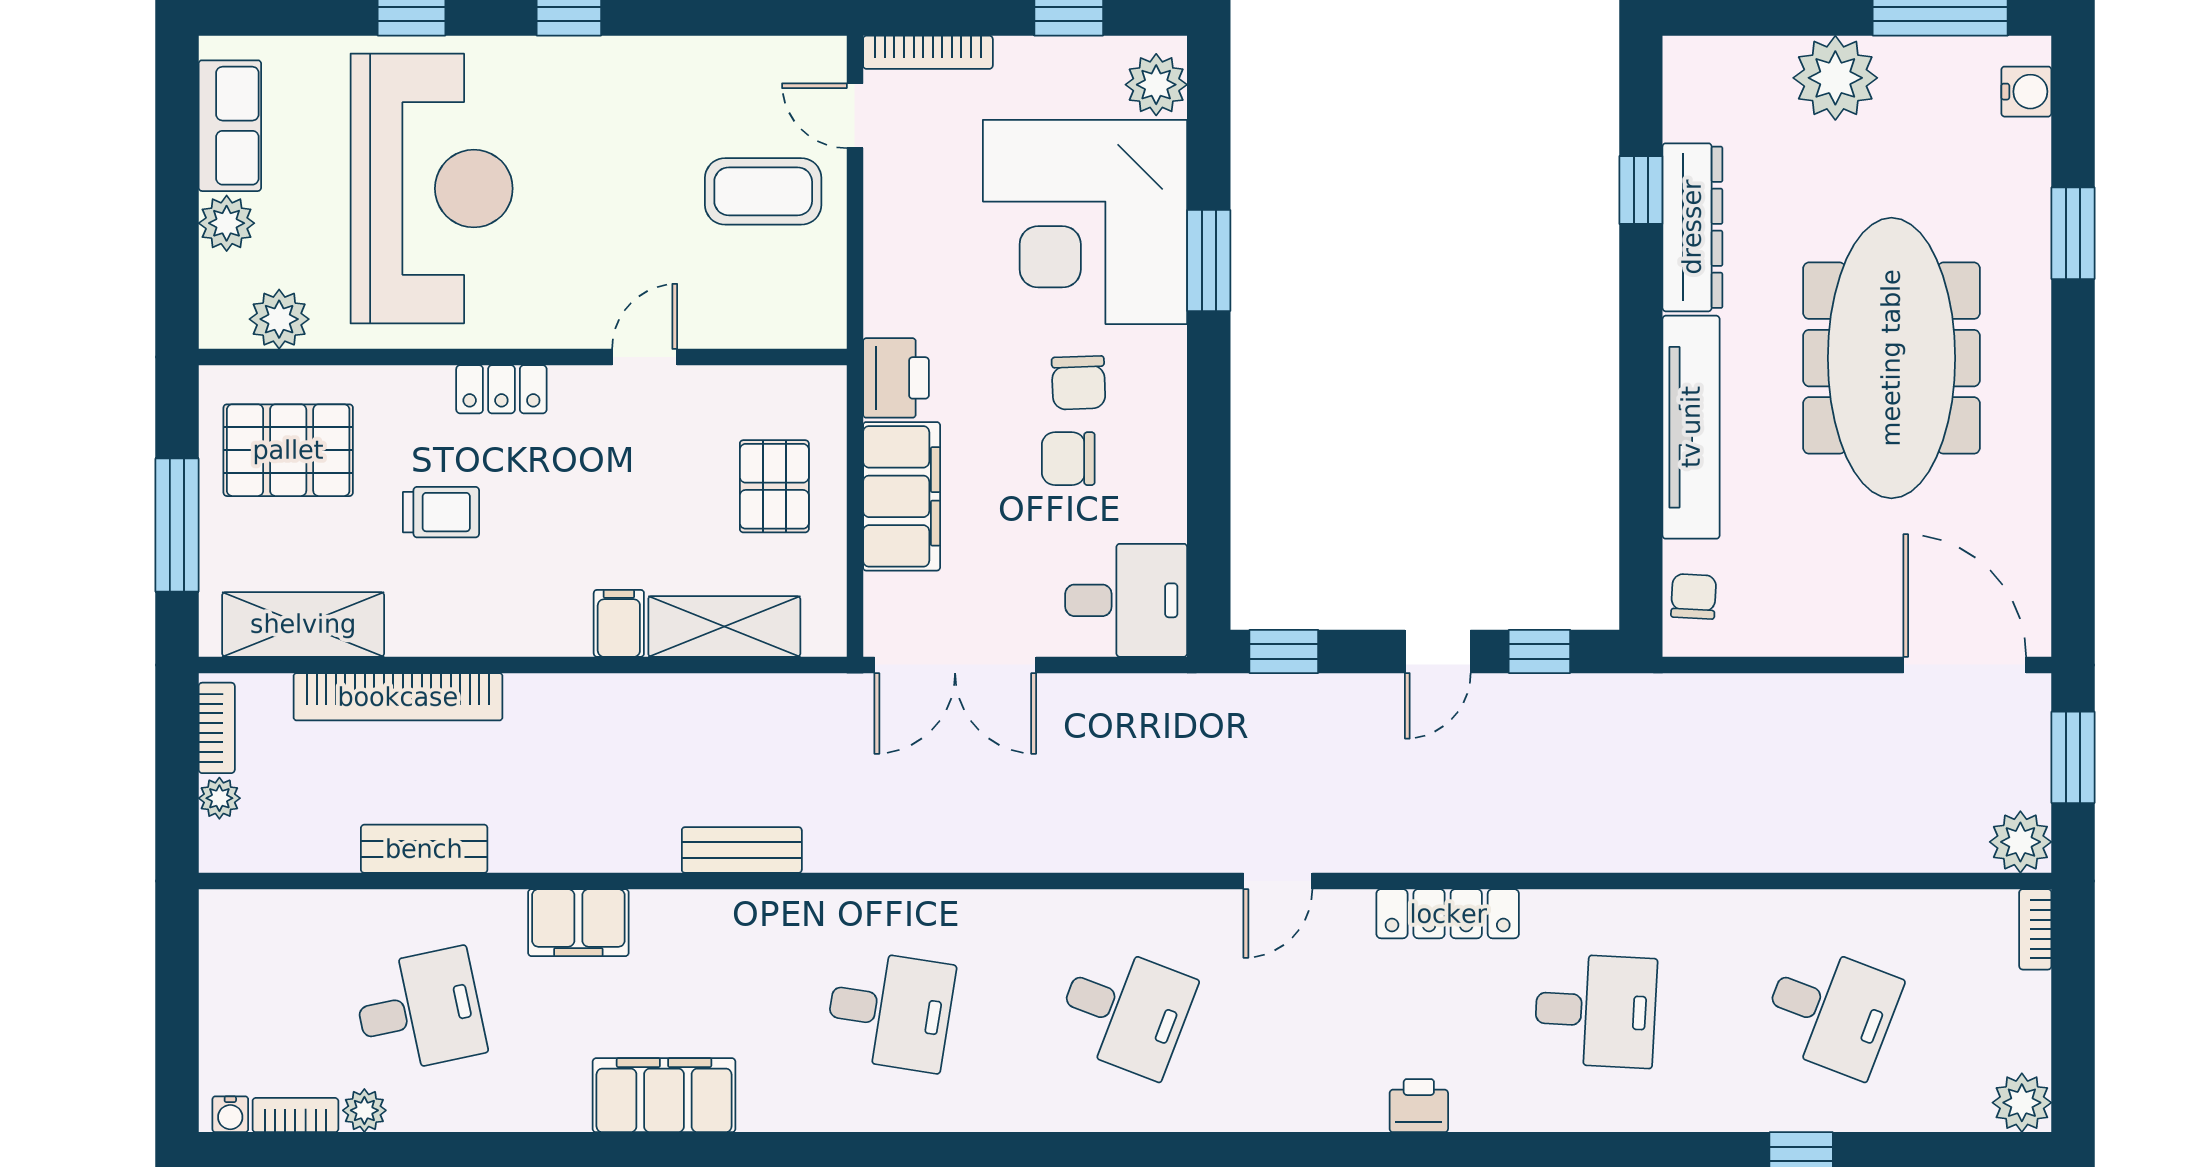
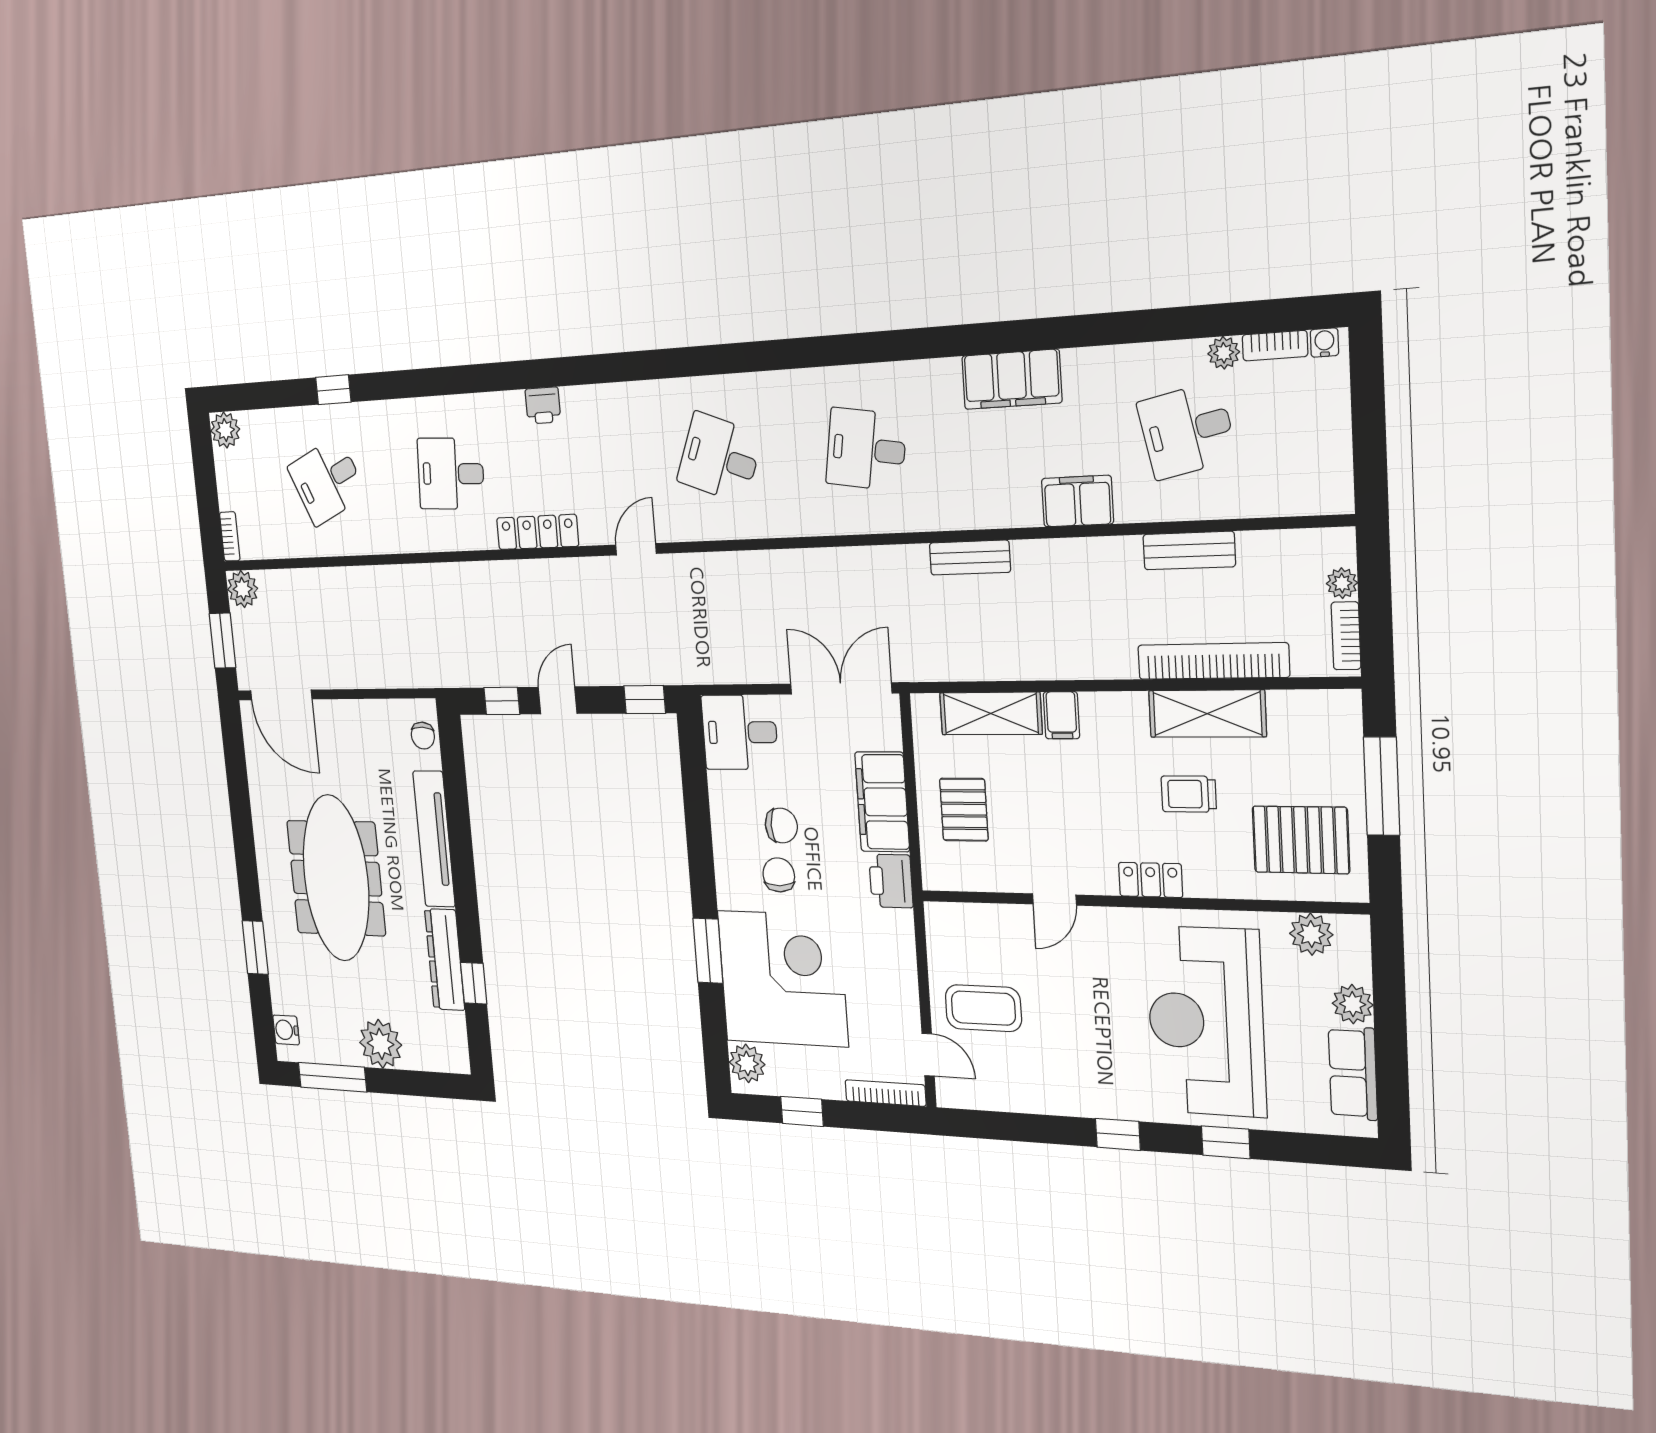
shelving: (303, 624) -> (1207, 714), moved
desk: (1831, 1011) -> (327, 481), turned -45

